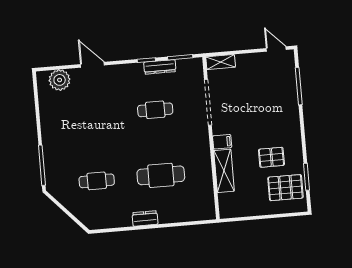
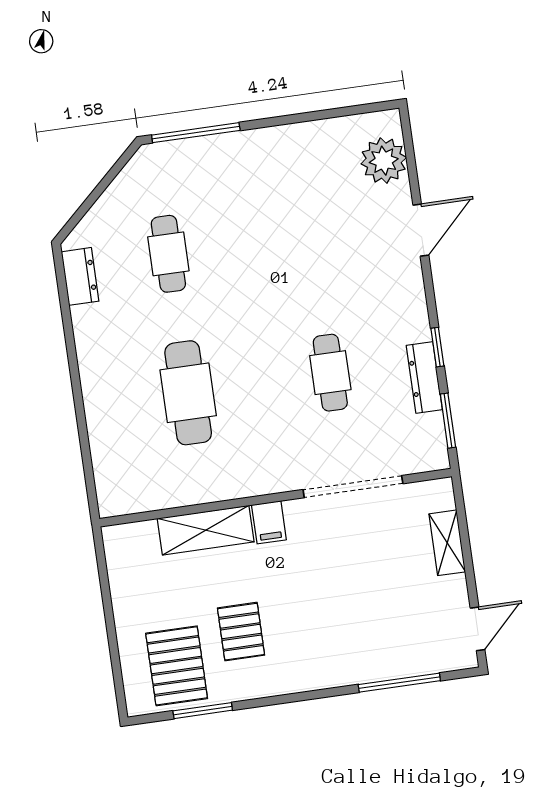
shelving: (221, 62) -> (447, 543), moved
dresser: (145, 218) -> (80, 276), moved

